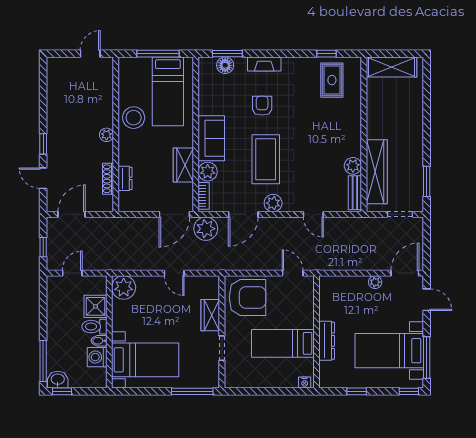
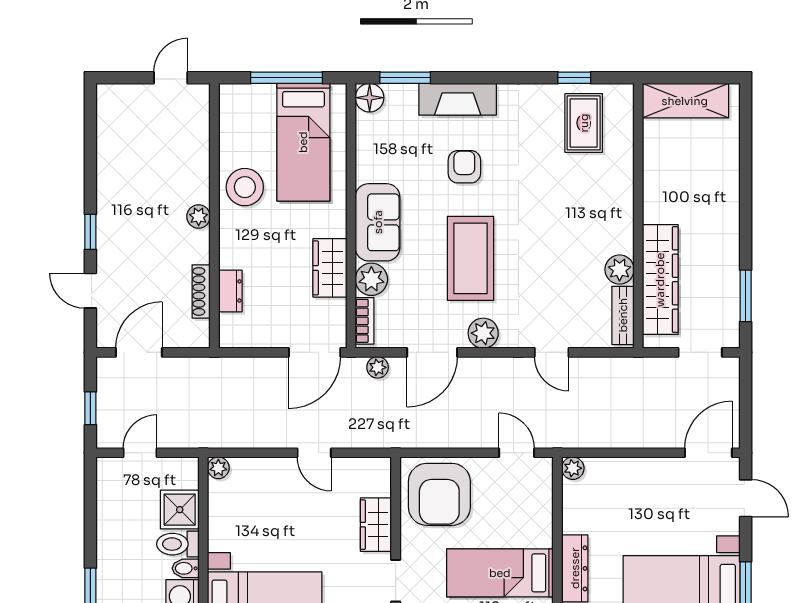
fireplace: (264, 64) -> (458, 99), width x1.37, depth x1.32
floor lamp: (225, 65) -> (370, 98), moved
plant: (206, 229) -> (378, 367), width x0.53, depth x0.53
plant: (375, 282) -> (573, 468), moved
plant: (124, 287) -> (218, 468), width x0.53, depth x0.53
armchair: (247, 297) -> (439, 494), turned 90

